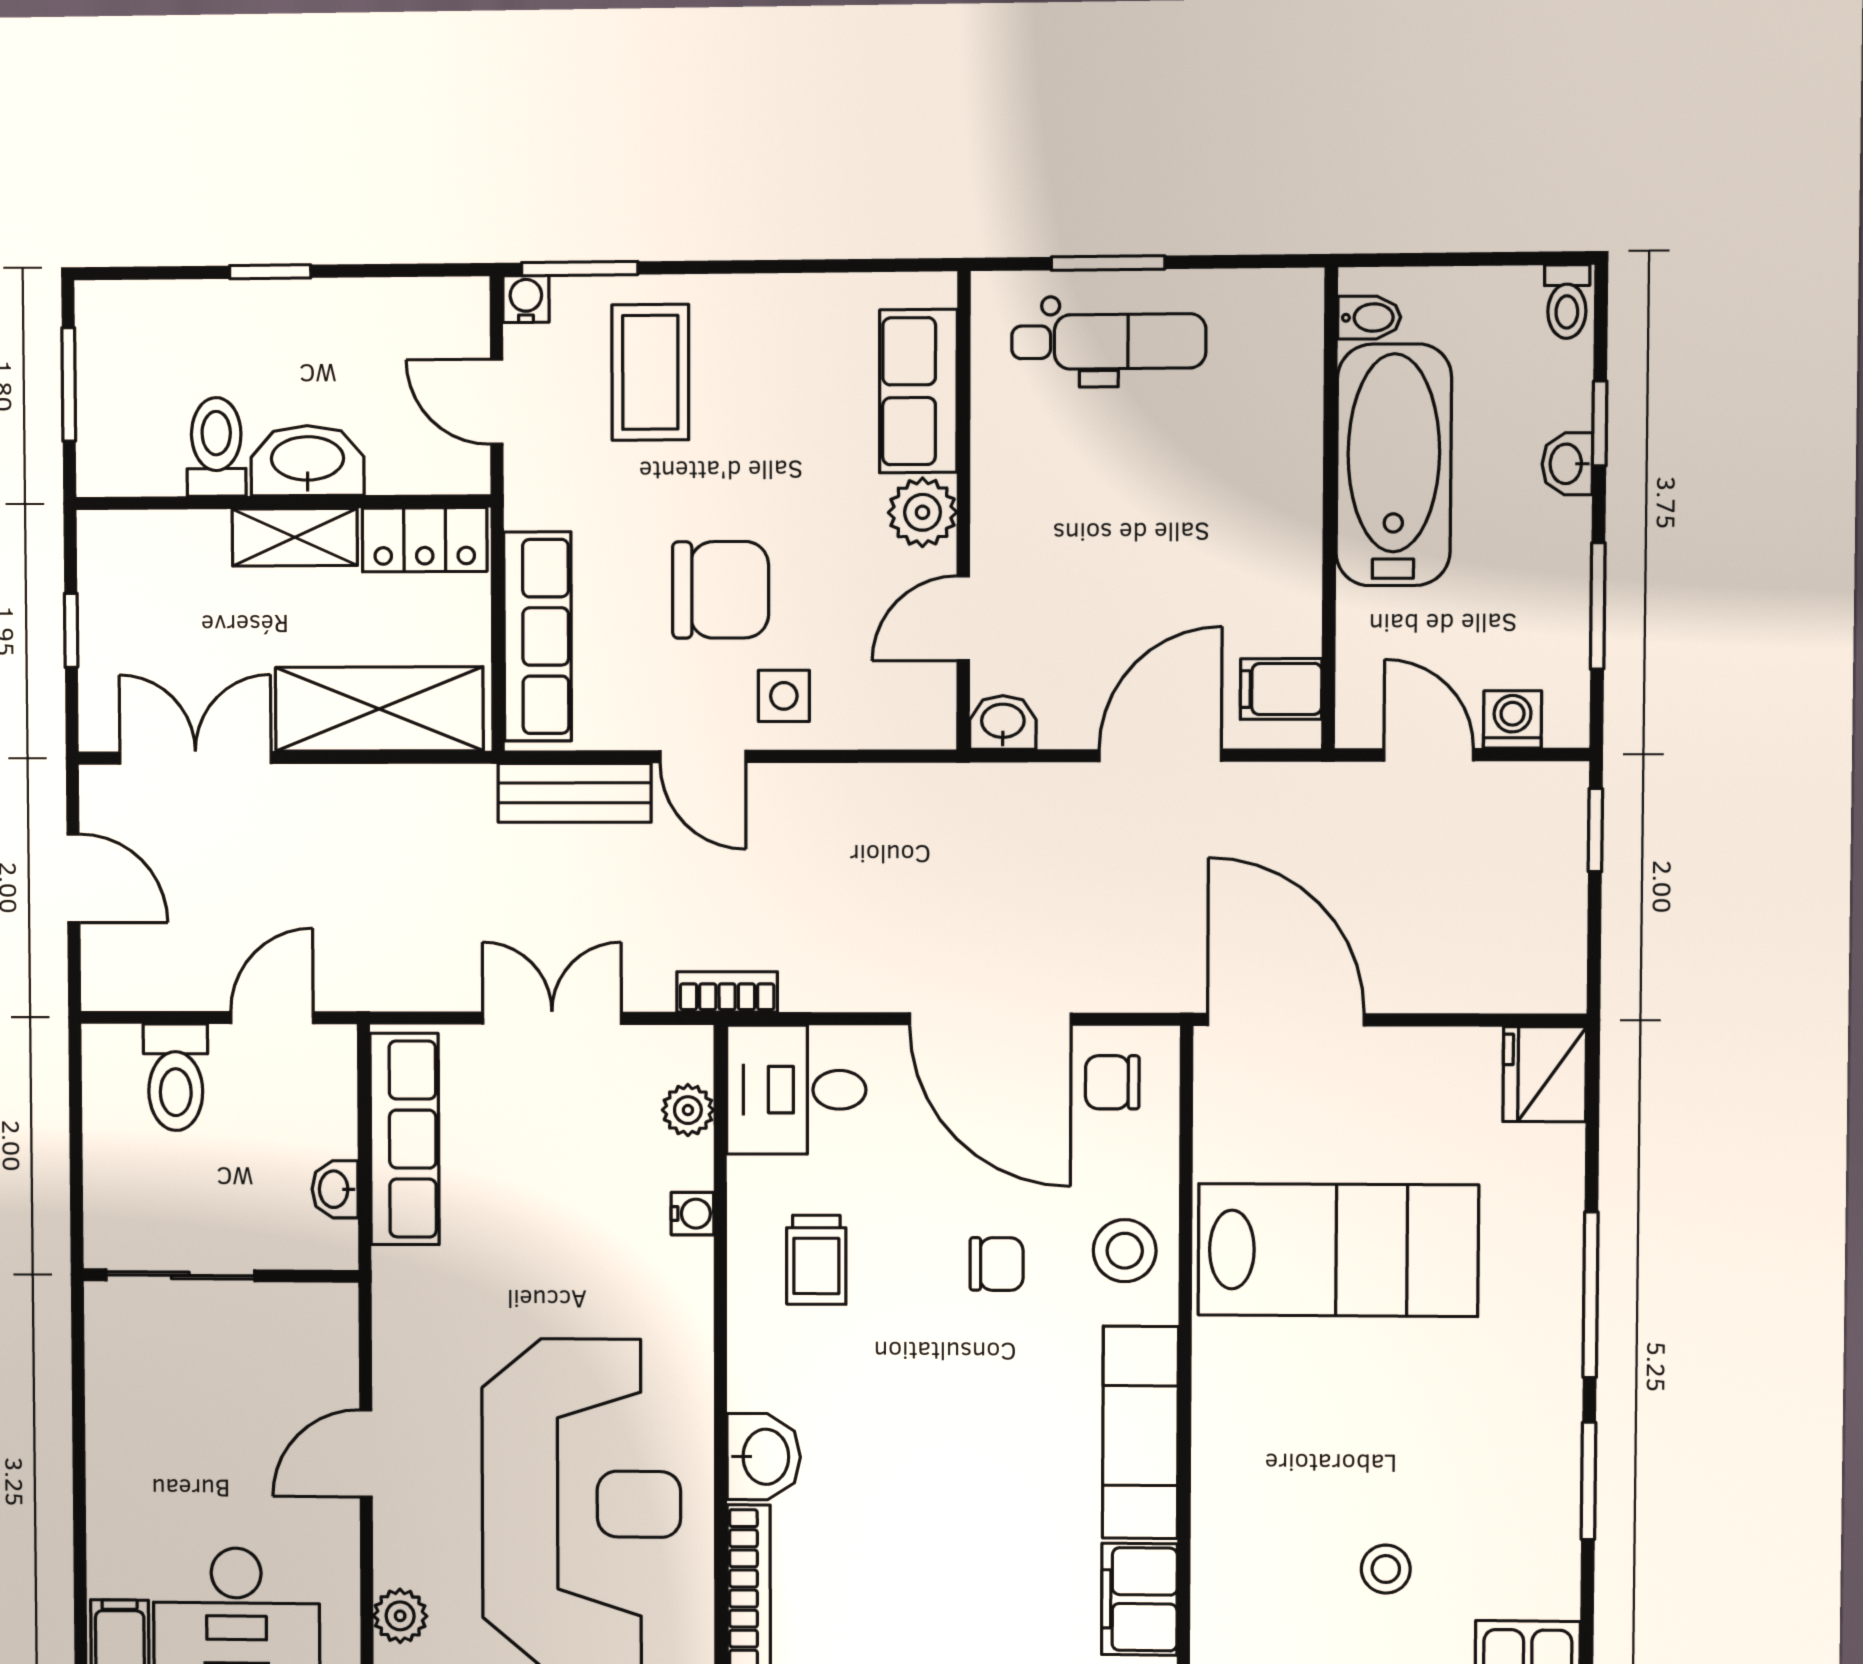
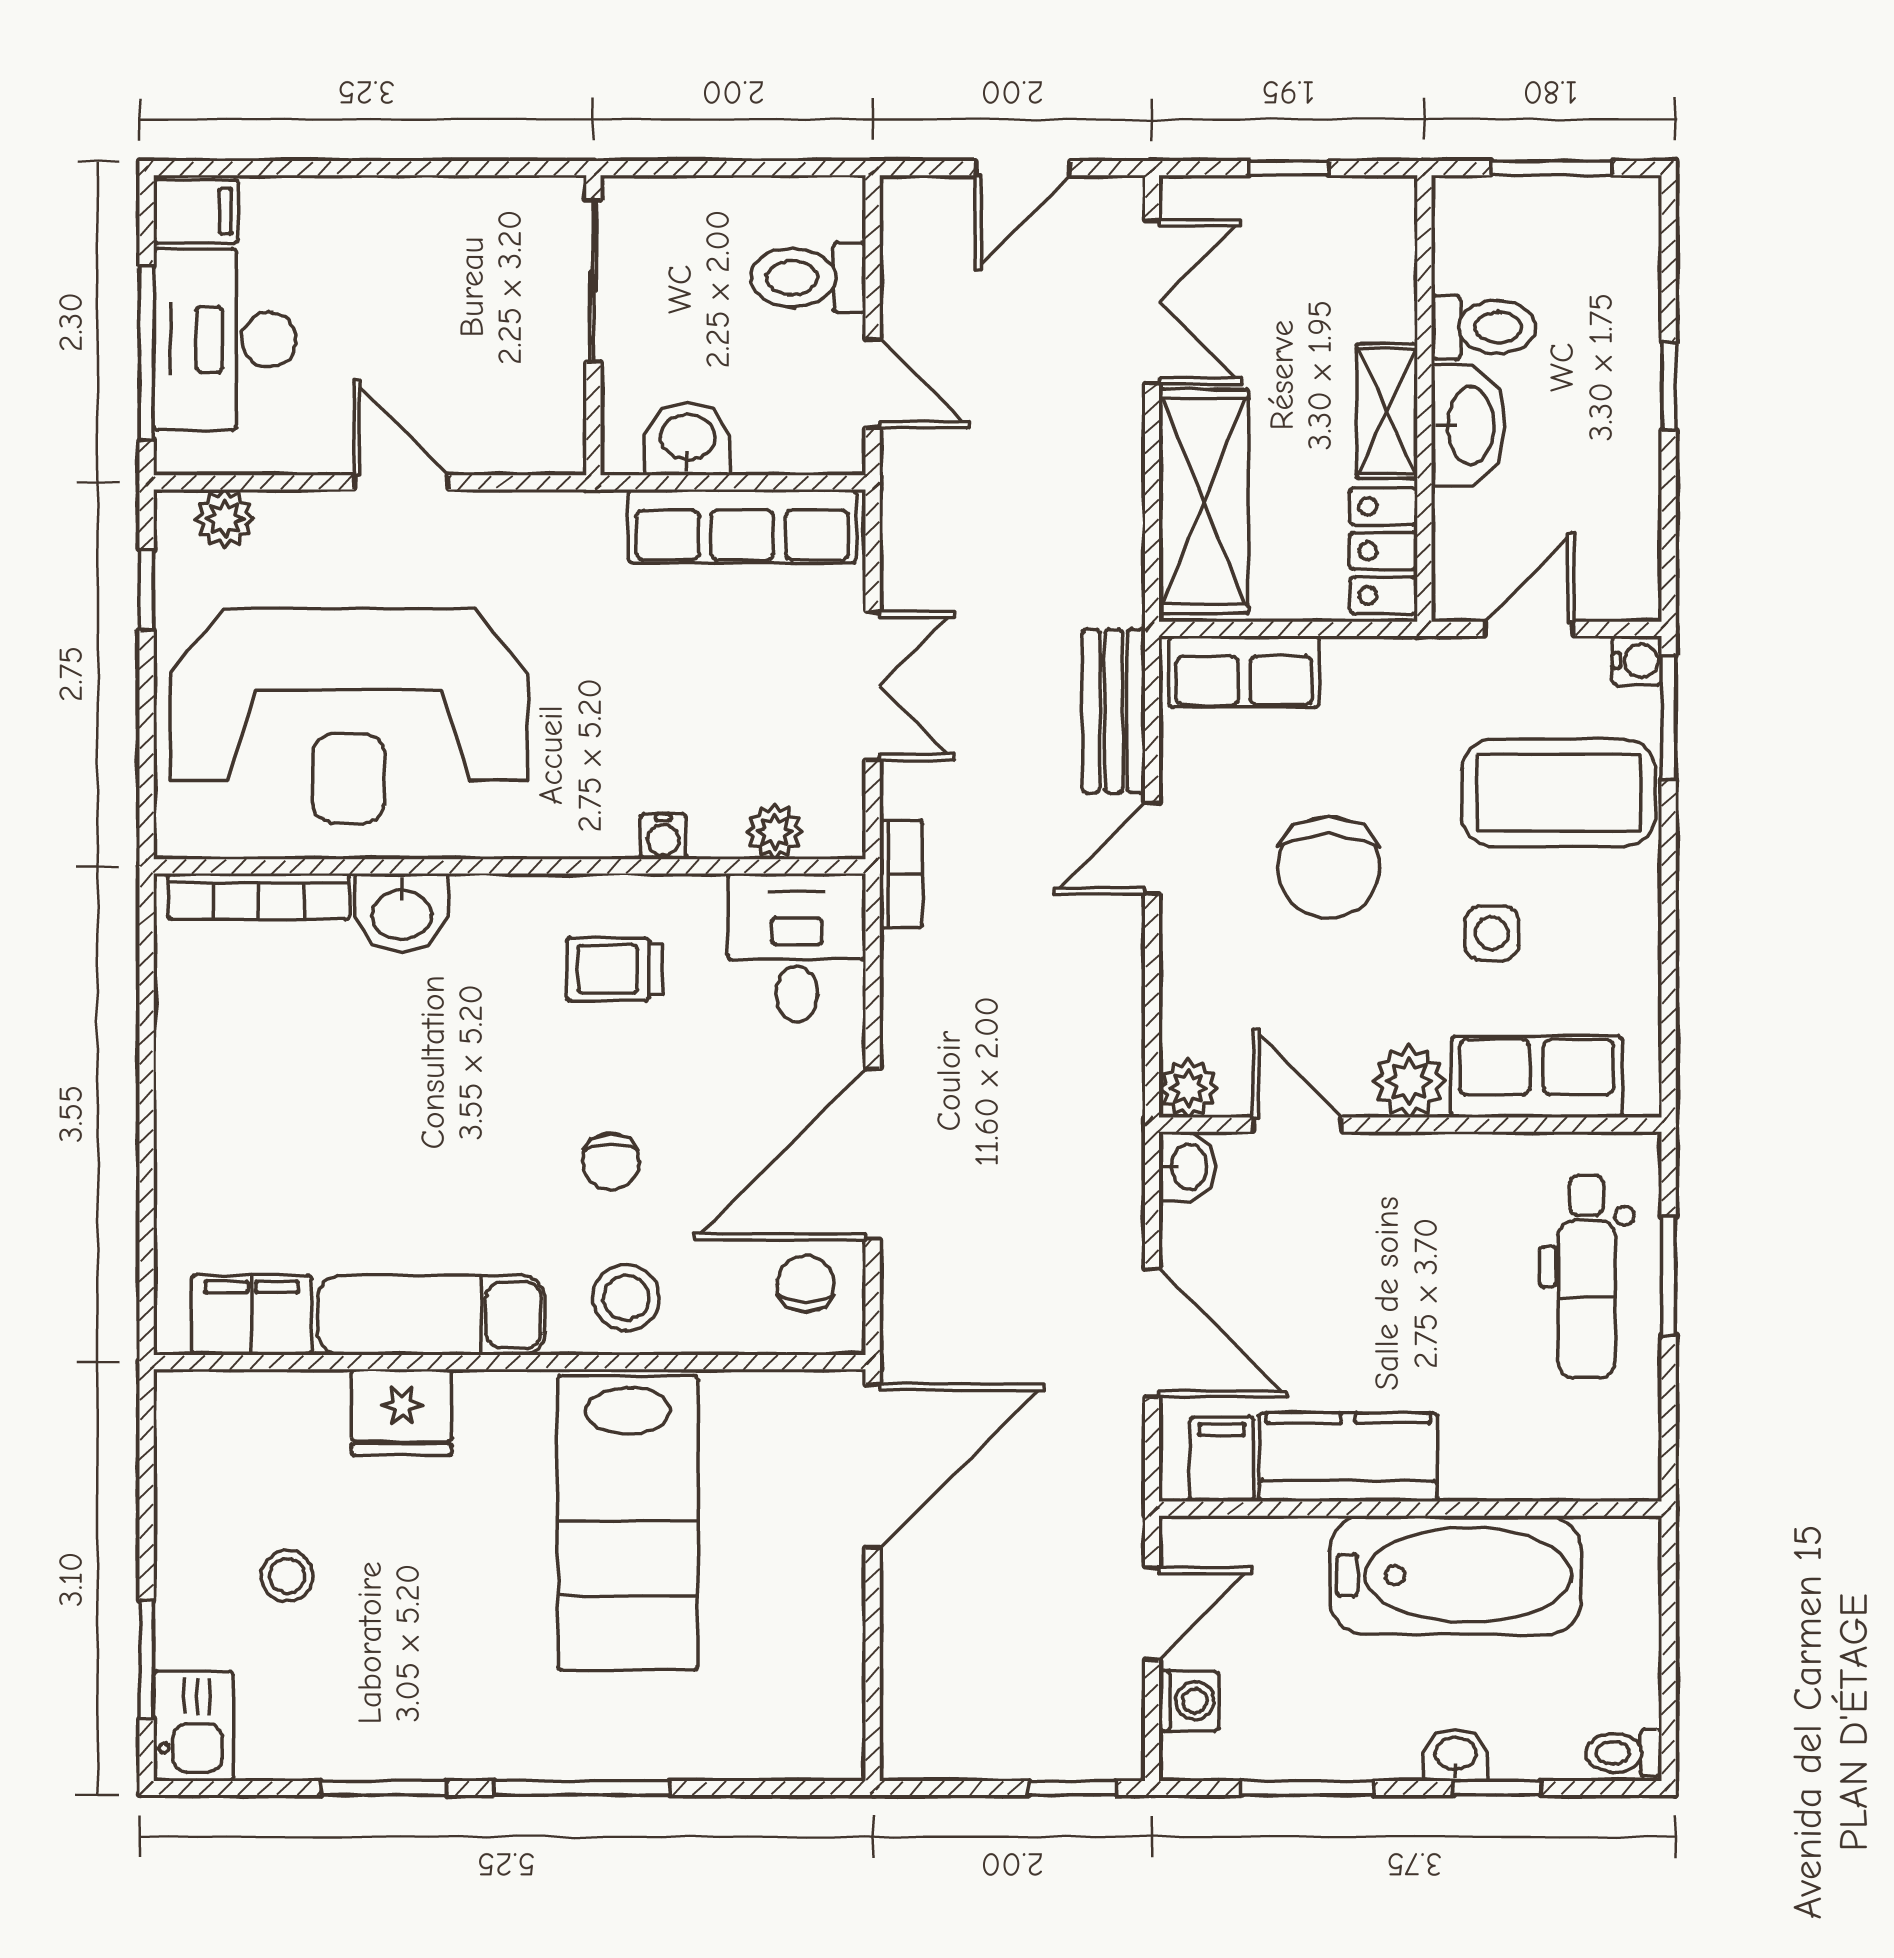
bidet: (1369, 318) -> (1609, 1548), removed
coffee table: (650, 372) -> (1559, 793), width x1.36, depth x1.32
kitchen counter: (1280, 568) -> (1348, 1457), added
row of seats: (538, 637) -> (1244, 672), width x0.68
side table: (784, 696) -> (1492, 933), moved
plant: (929, 722) -> (1188, 1088), added
fridge: (1545, 1074) -> (402, 1412), moved, turned 180
washbasin: (335, 1189) -> (688, 439), width x1.38, depth x1.45

